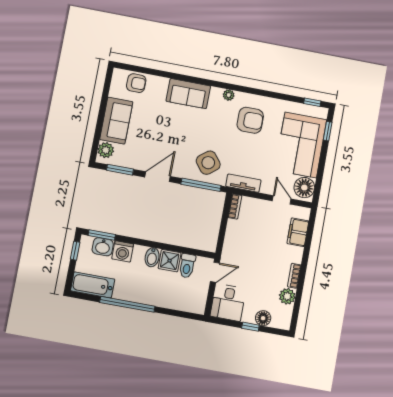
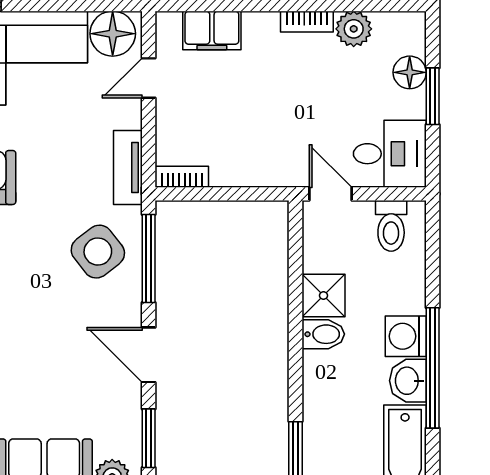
washbasin: (103, 247) -> (408, 381), moved, turned 180
washing machine: (123, 251) -> (406, 336), moved, turned 180
toilet: (187, 266) -> (391, 226), moved, turned 90
window: (250, 327) -> (433, 96), width x1.50

